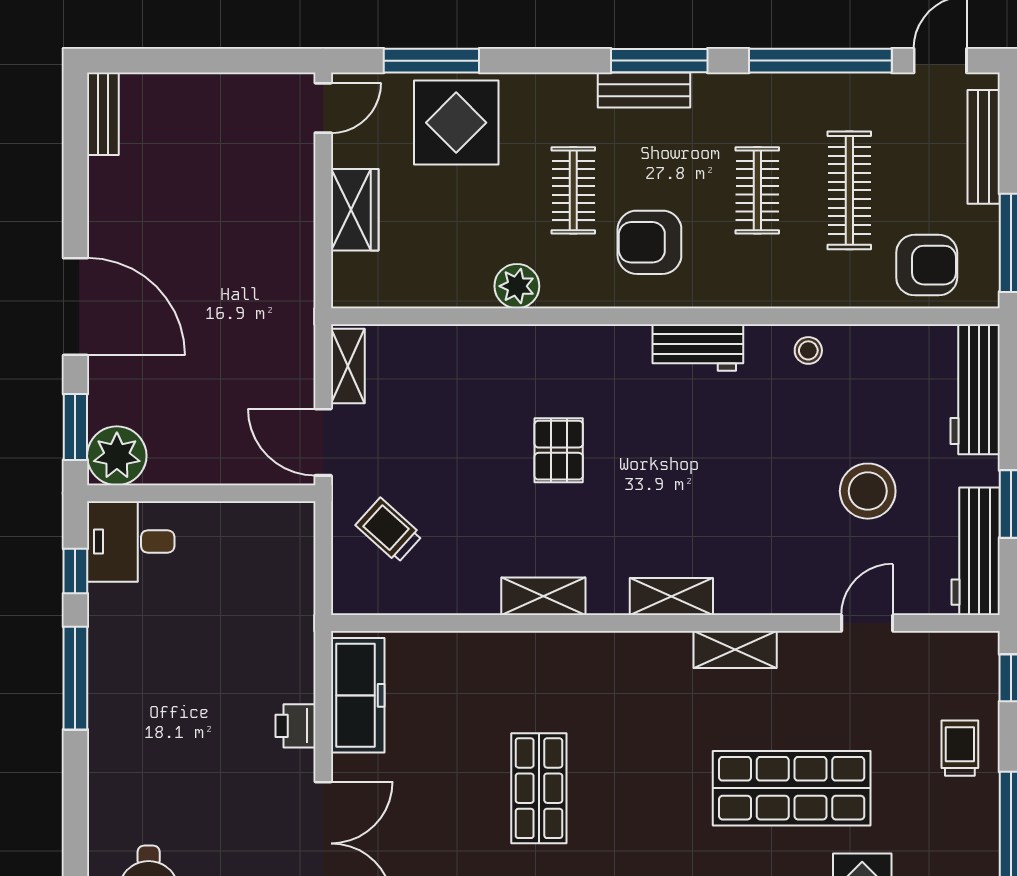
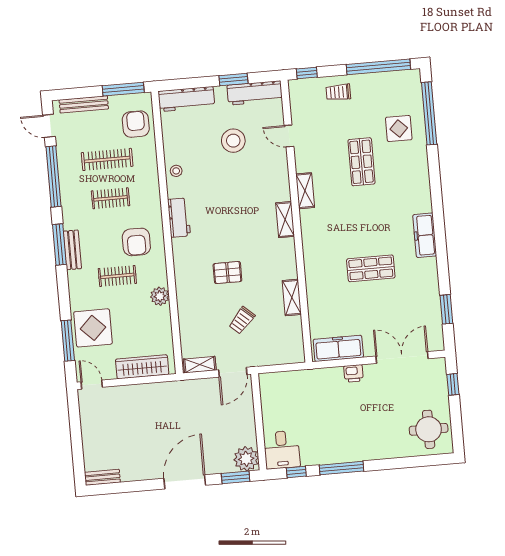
wardrobe: (355, 210) -> (142, 367), width x1.50
trolley: (389, 530) -> (242, 320), moved
shelving: (543, 596) -> (292, 297), moved
shop shelf: (792, 788) -> (362, 162), width x0.70, depth x0.74

